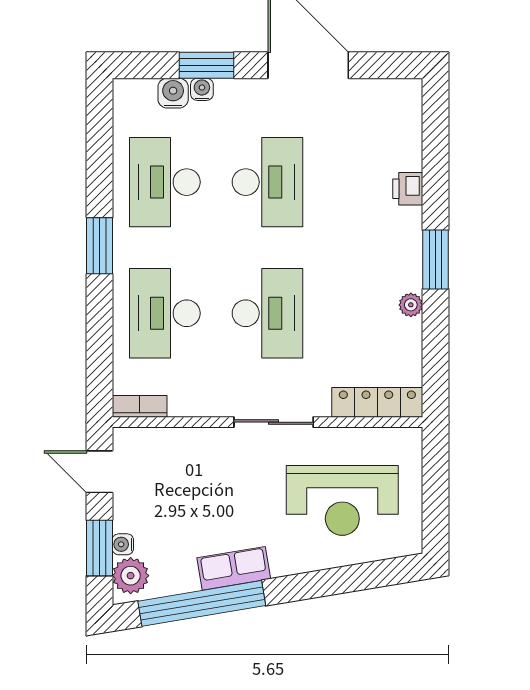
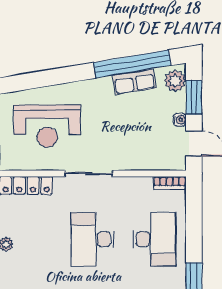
reception desk: (342, 500) -> (47, 126), turned 180
water cooler: (123, 544) -> (180, 120), moved
row of seats: (234, 568) -> (134, 82), moved

